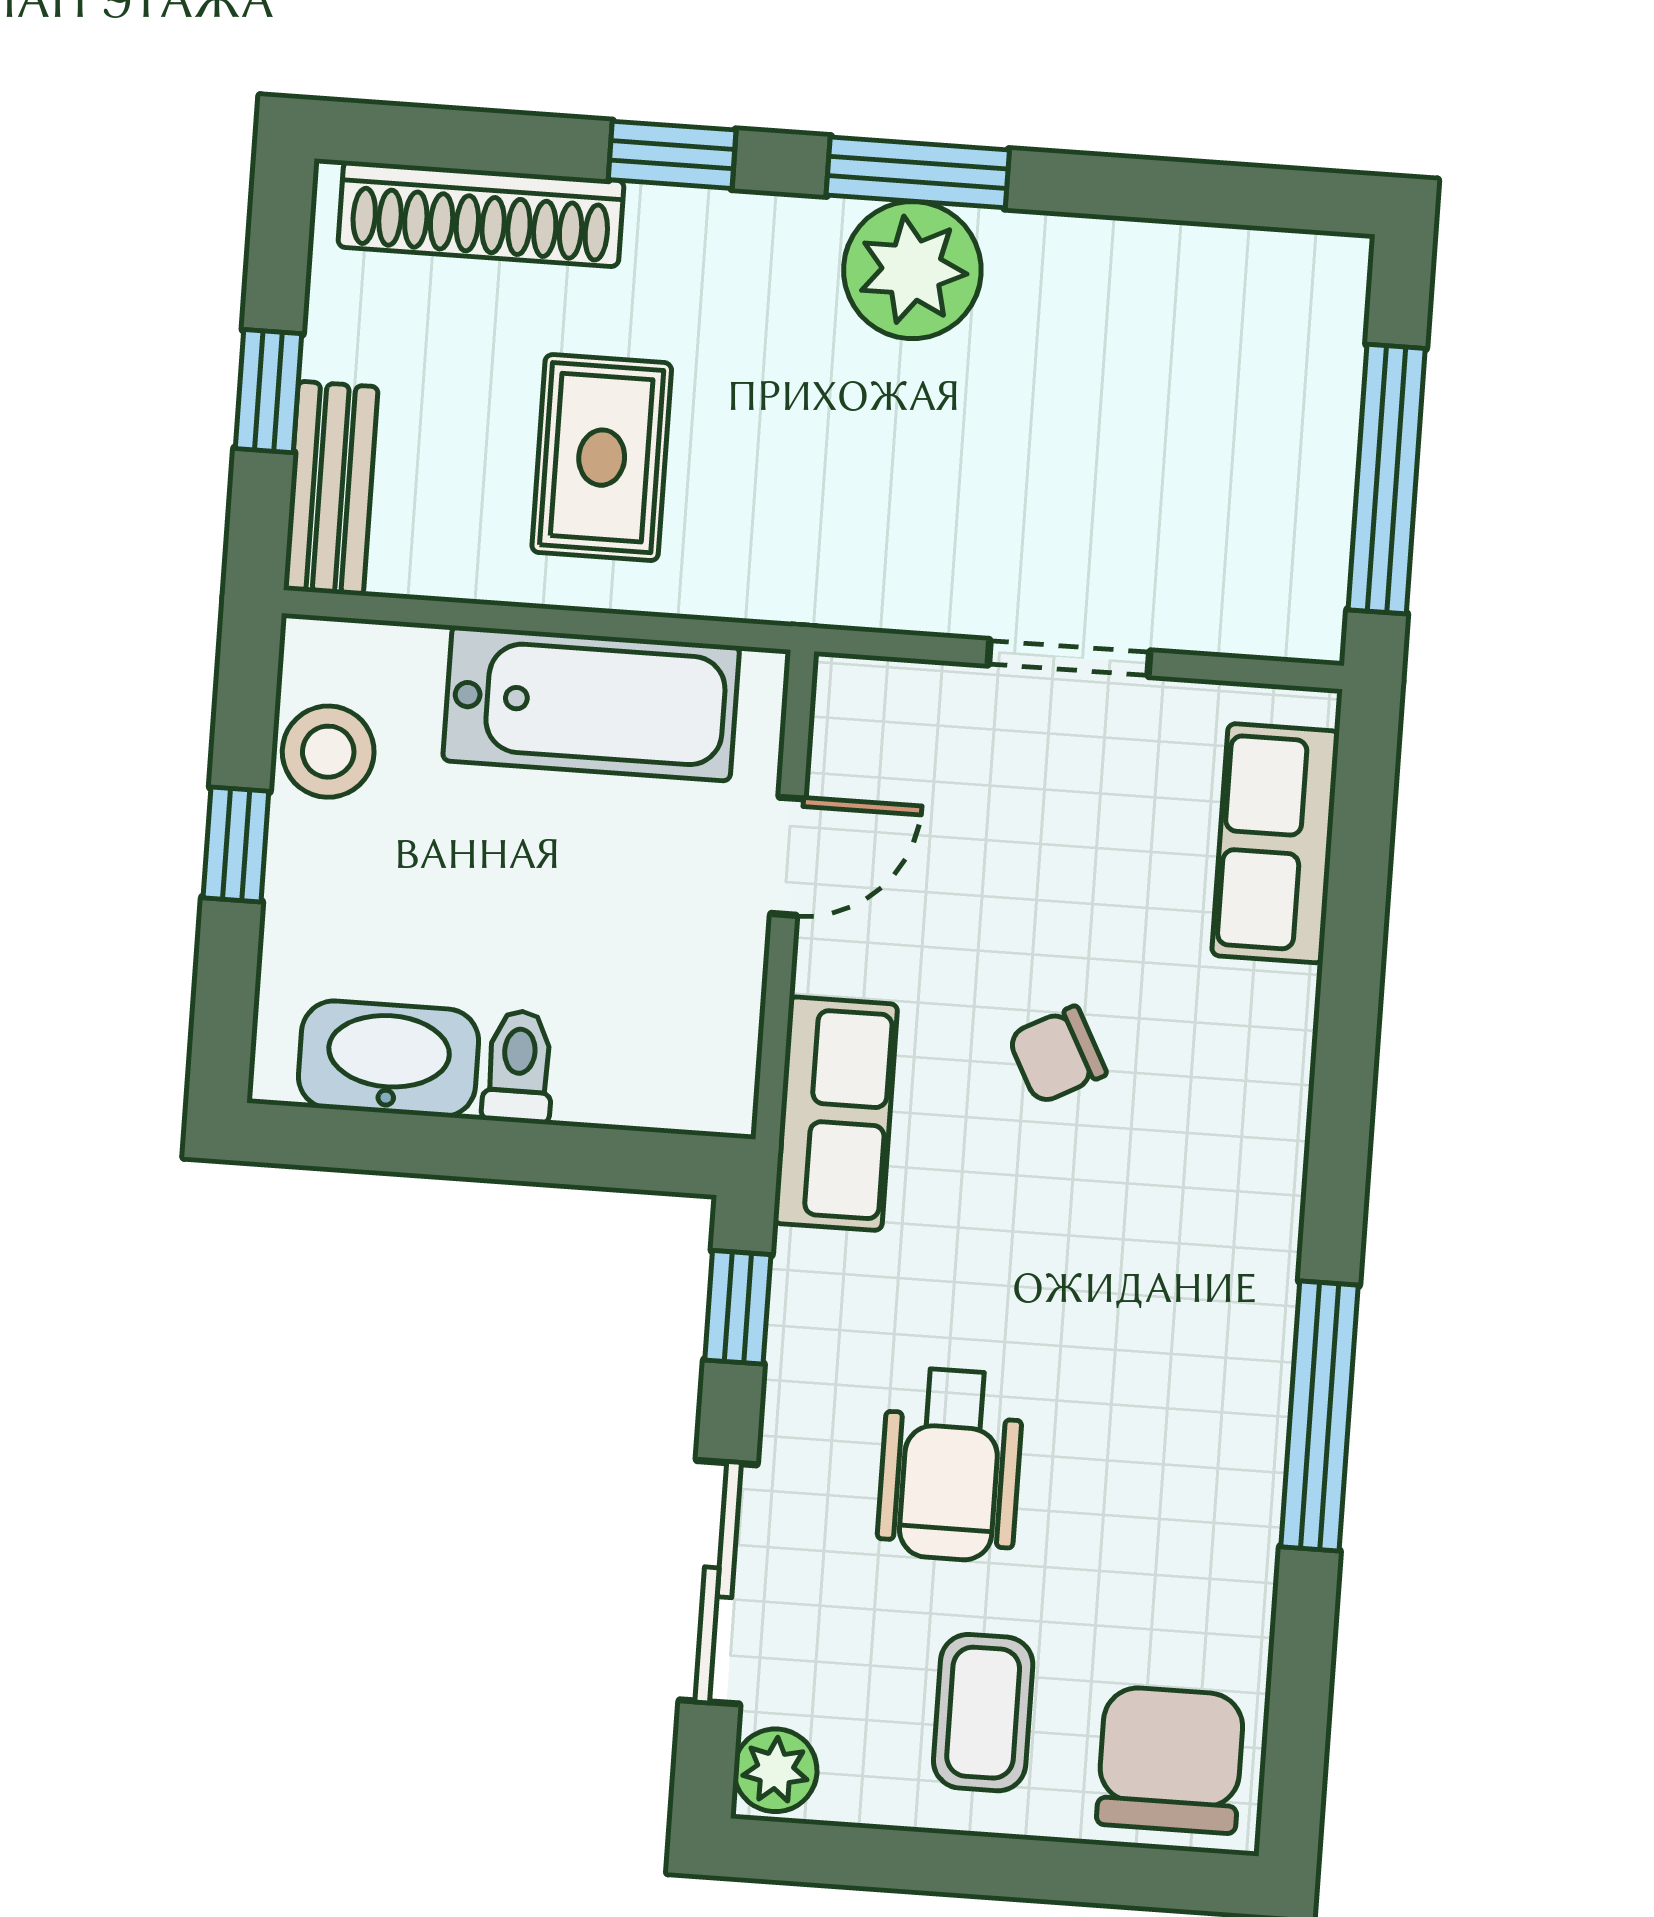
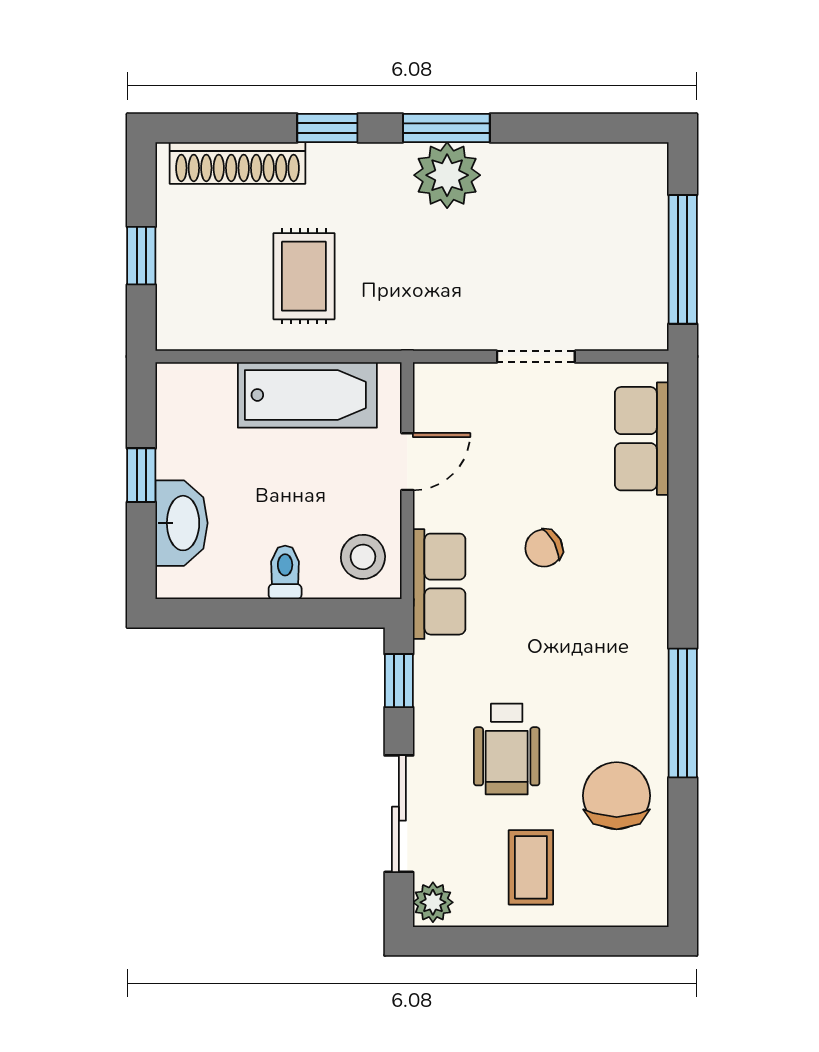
bench: (331, 488) -> (175, 300), removed
stool: (328, 752) -> (363, 557), moved
washbasin: (389, 1059) -> (181, 523), moved, turned 90
chair: (1170, 1760) -> (617, 796), moved

